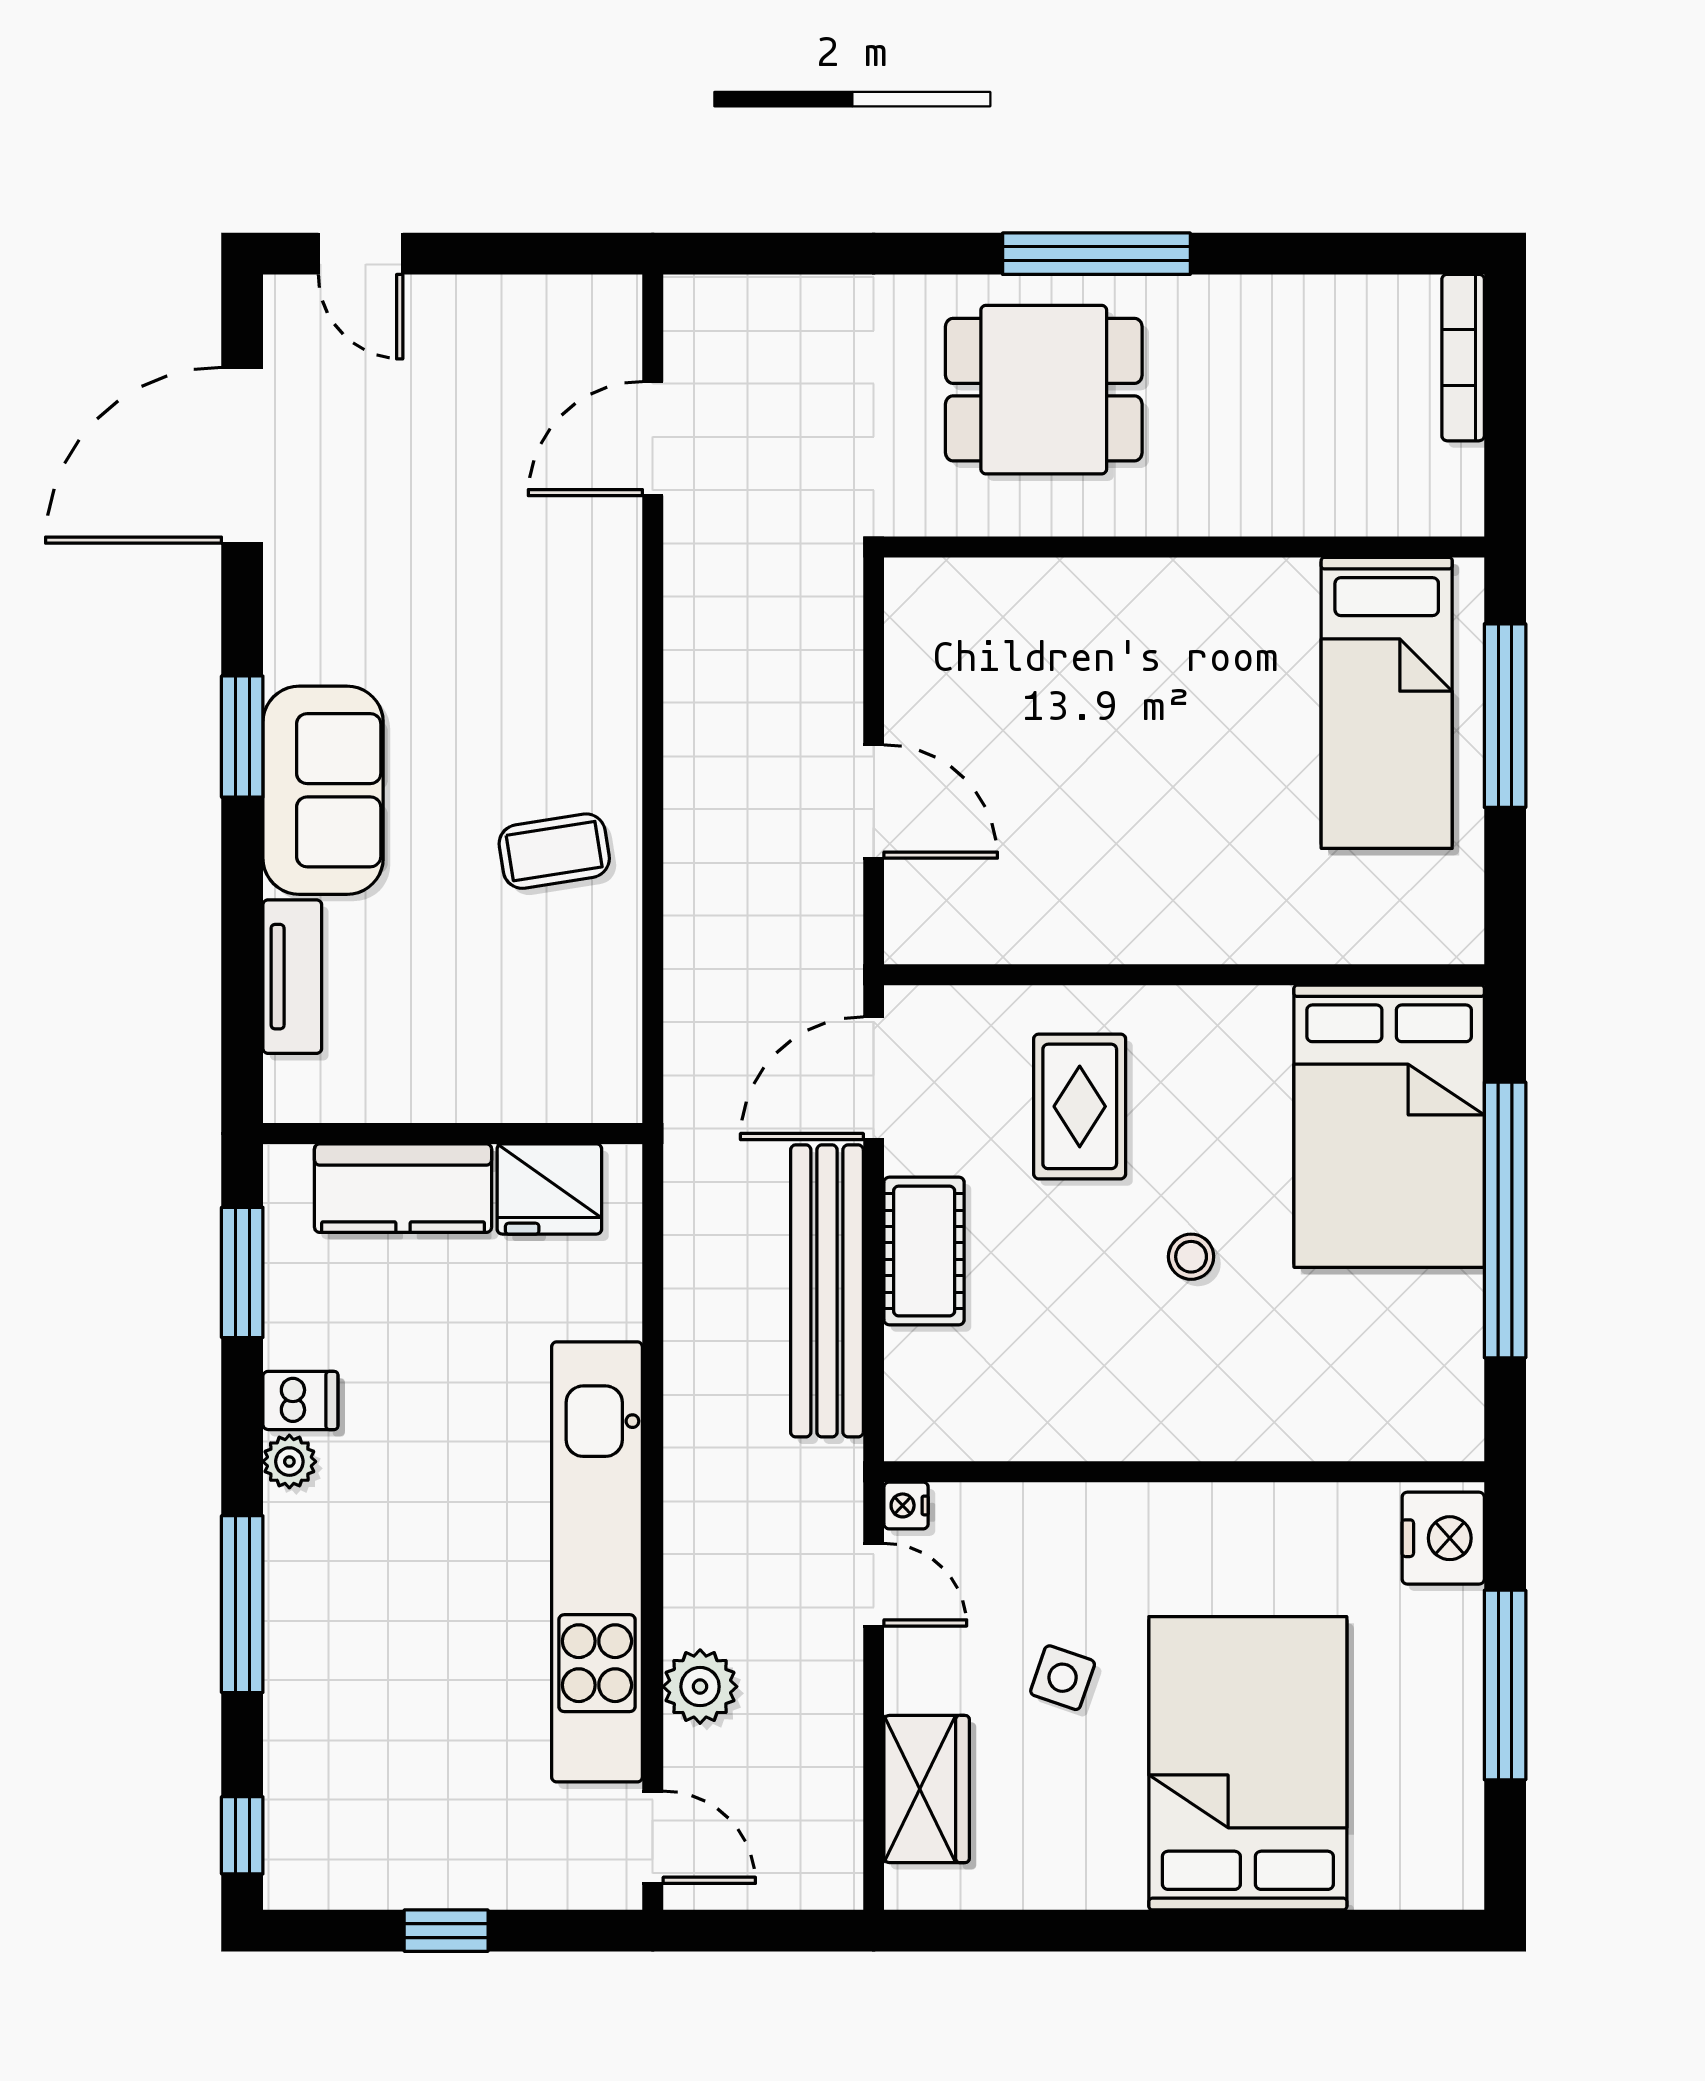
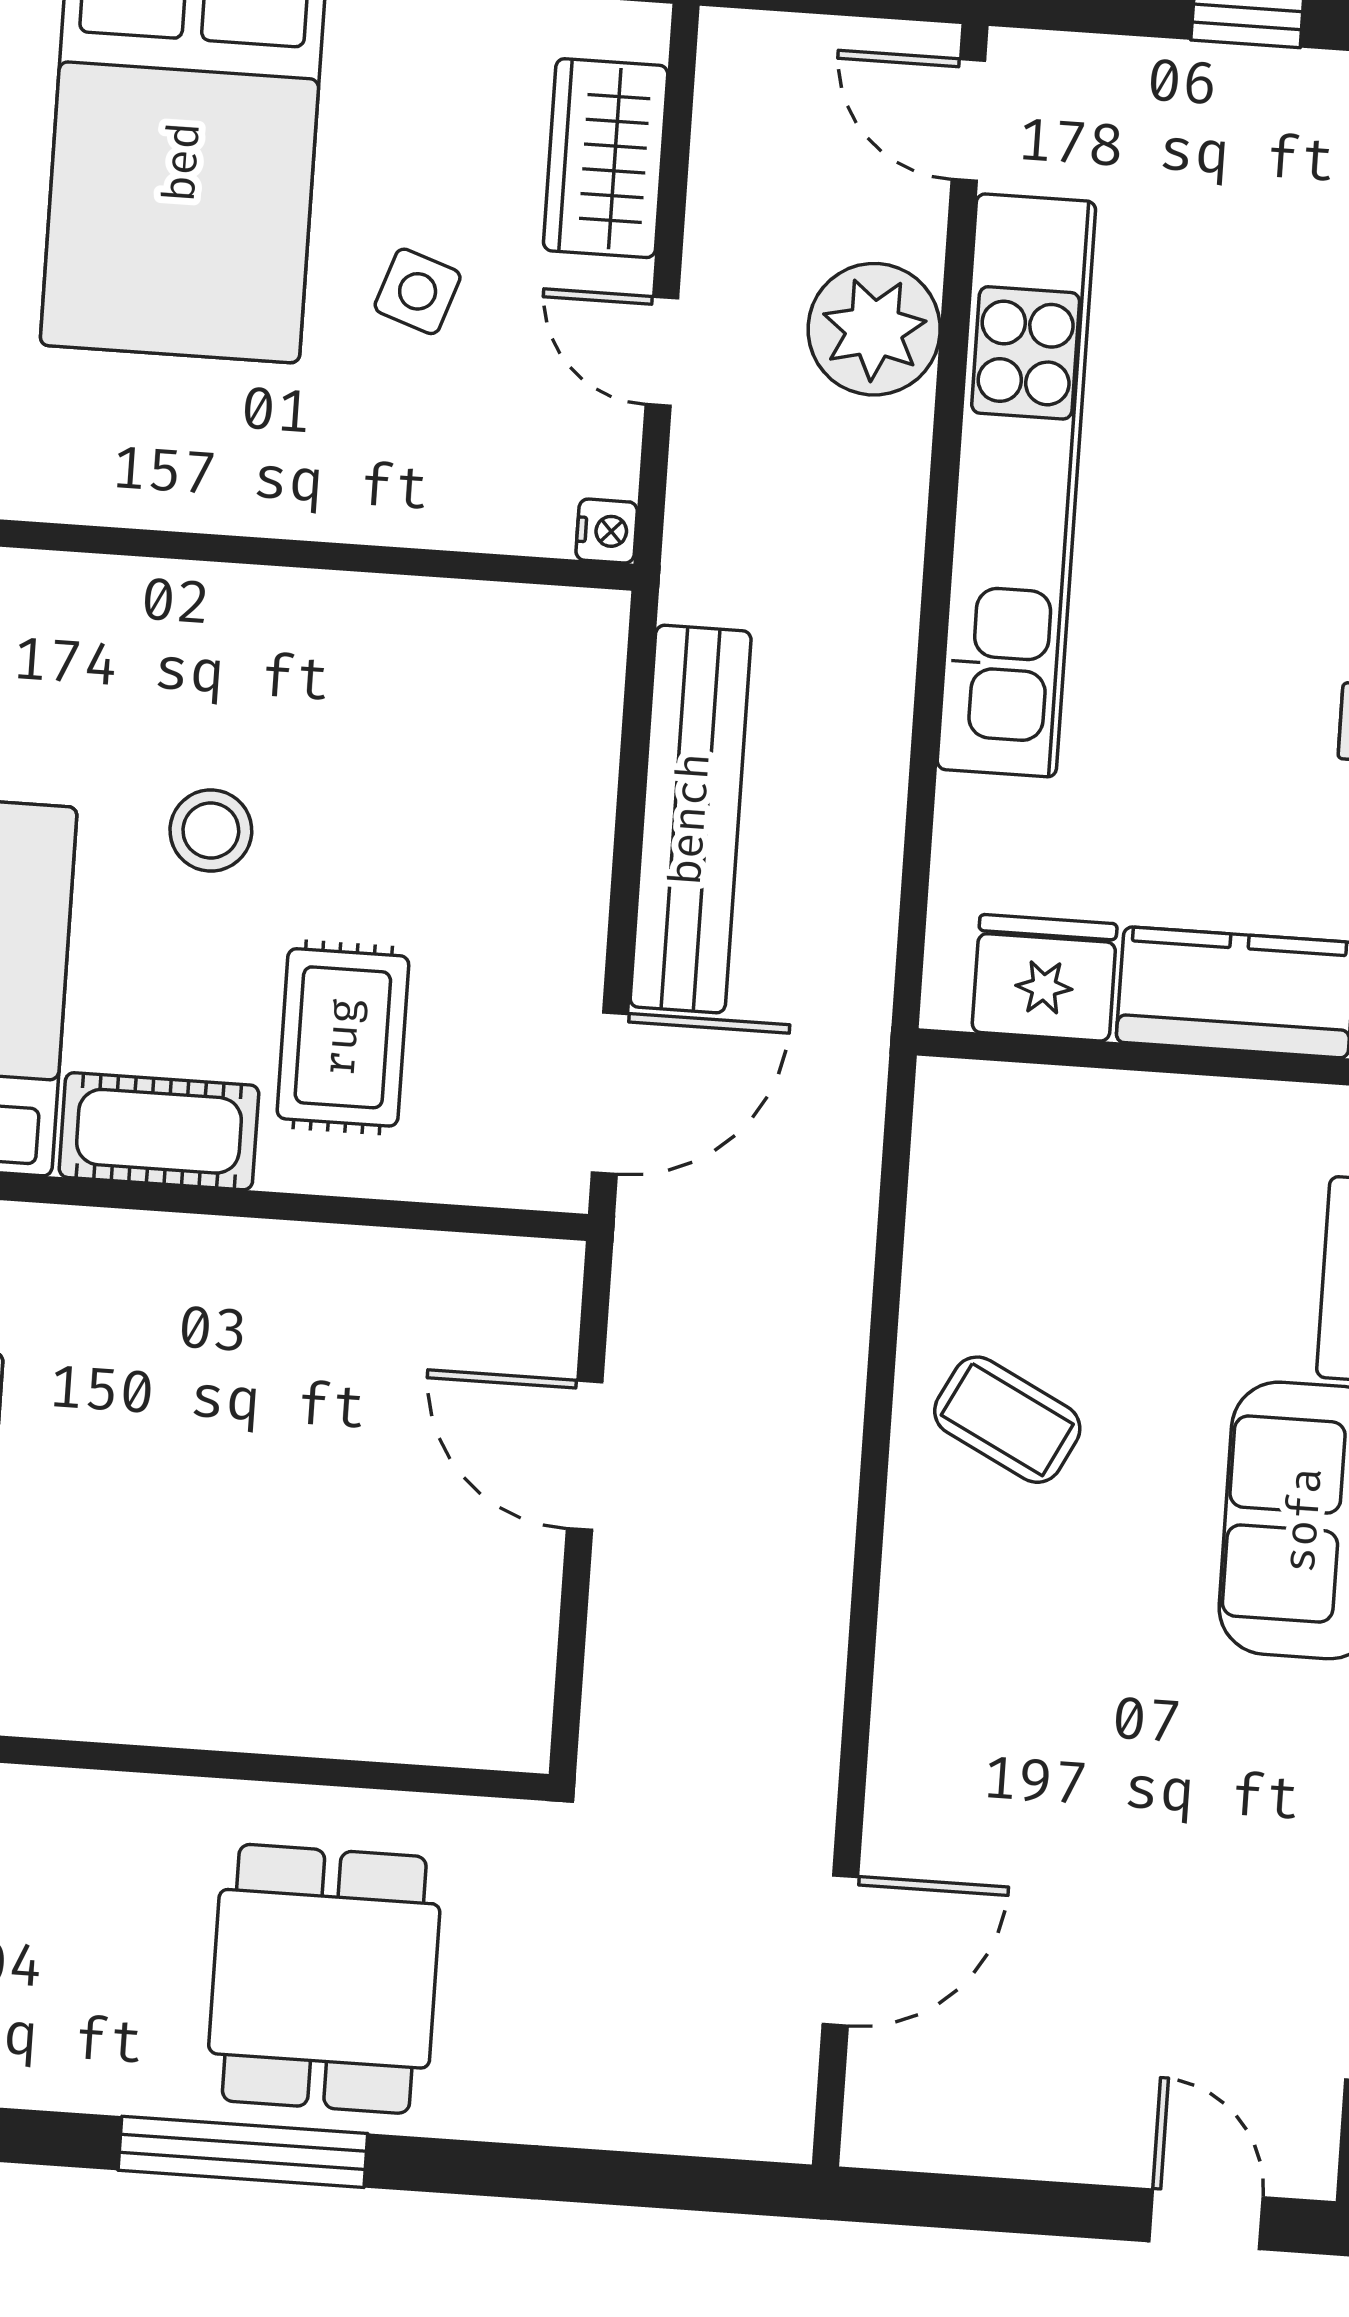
dining table: (1044, 390) -> (324, 1979), turned 90
coffee table: (554, 851) -> (1007, 1420), turned 36
cot: (924, 1251) -> (159, 1131), moved, turned 90
stool: (1191, 1257) -> (211, 830), width x1.37, depth x1.37
door: (874, 1585) -> (662, 351), moved
plant: (700, 1687) -> (874, 329), width x1.36, depth x1.36

